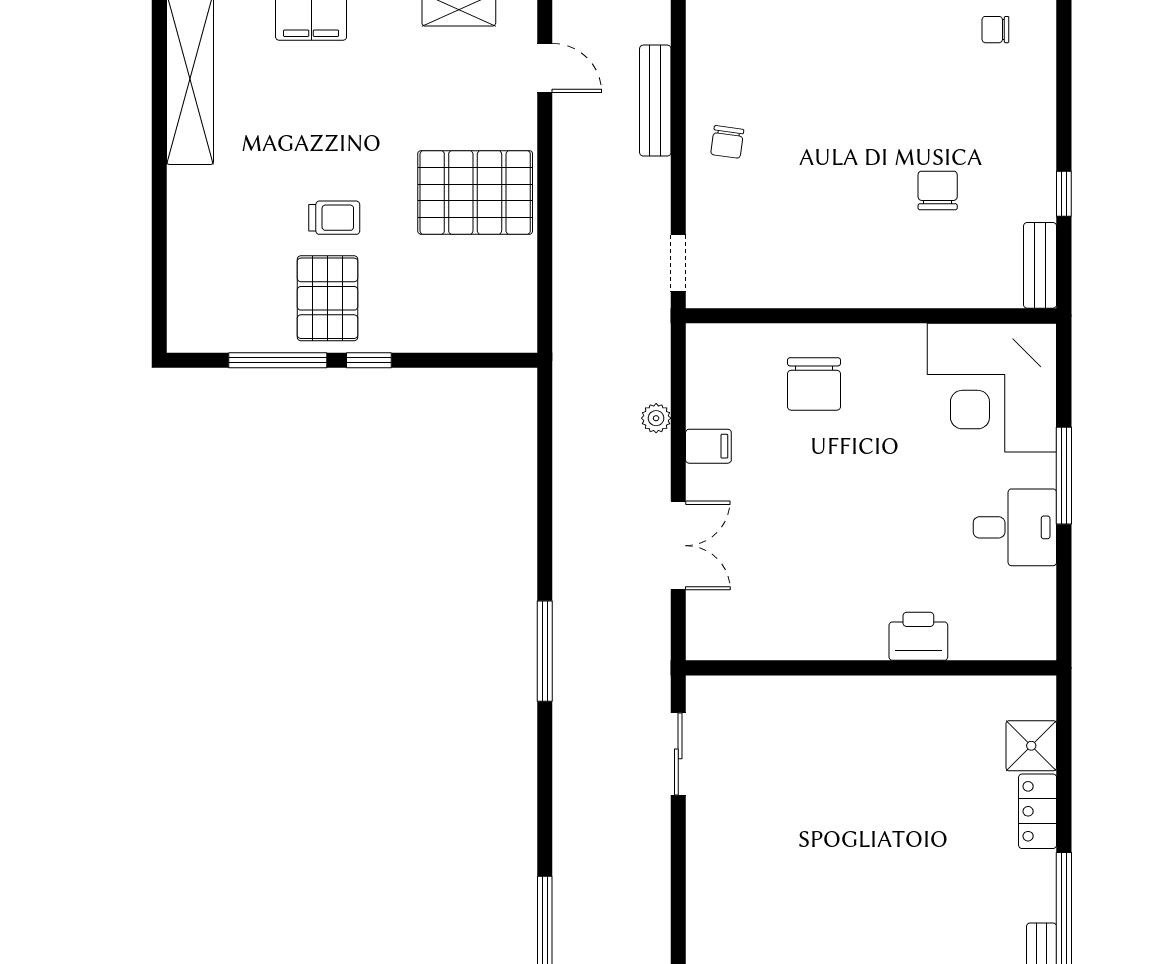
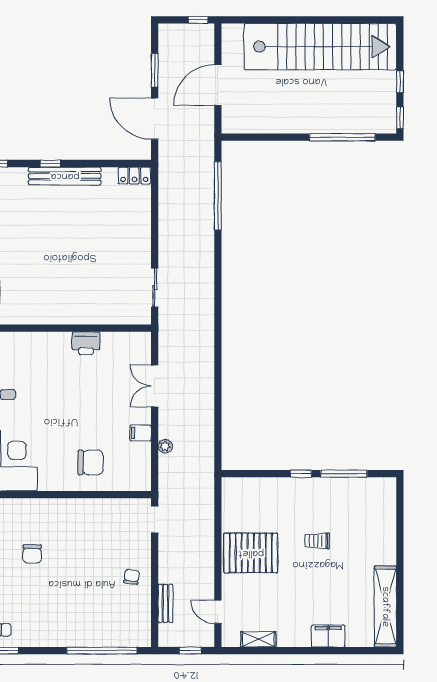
bench: (655, 101) -> (166, 603), width x0.73
pallet: (328, 298) -> (320, 503), removed
chair: (814, 384) -> (91, 462), turned 90
printer: (918, 636) -> (86, 343), moved
window: (545, 651) -> (218, 336), removed

